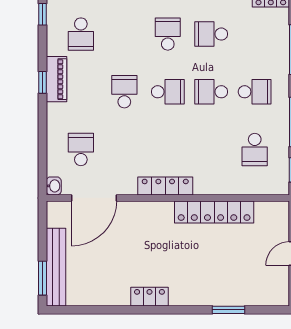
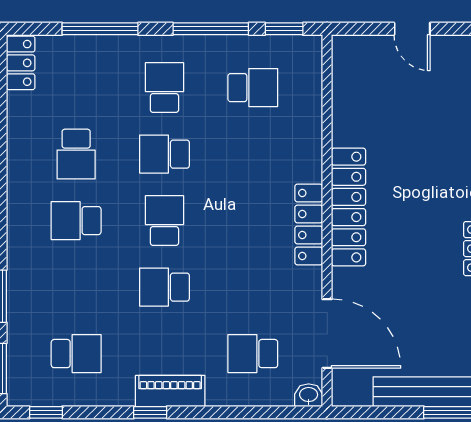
piano: (56, 79) -> (170, 391), moved
school desk: (211, 92) -> (164, 154), turned 90
locker: (214, 212) -> (348, 207), moved

